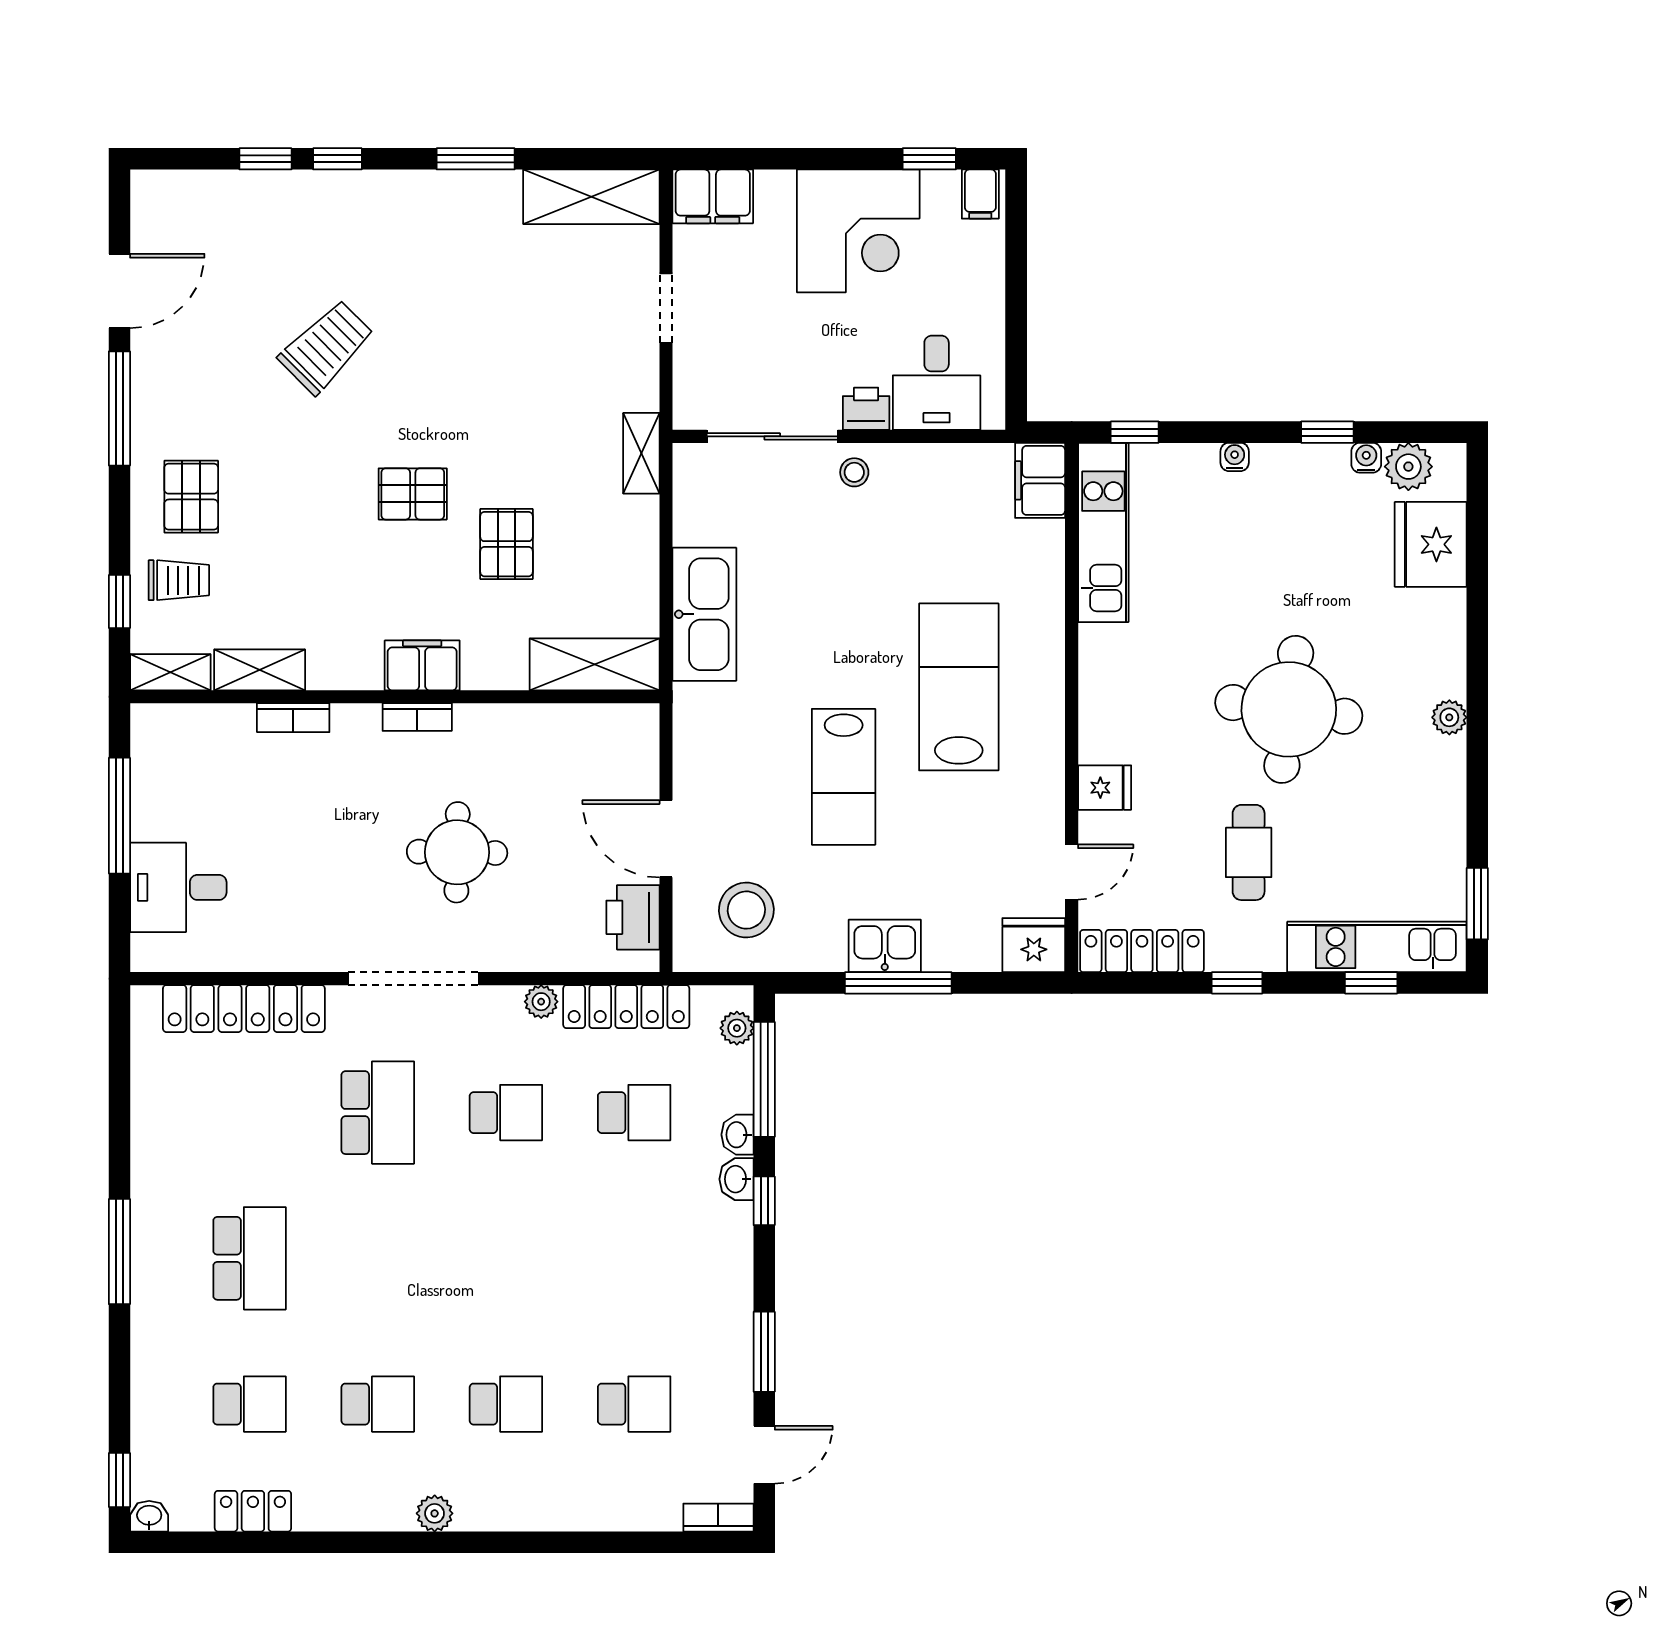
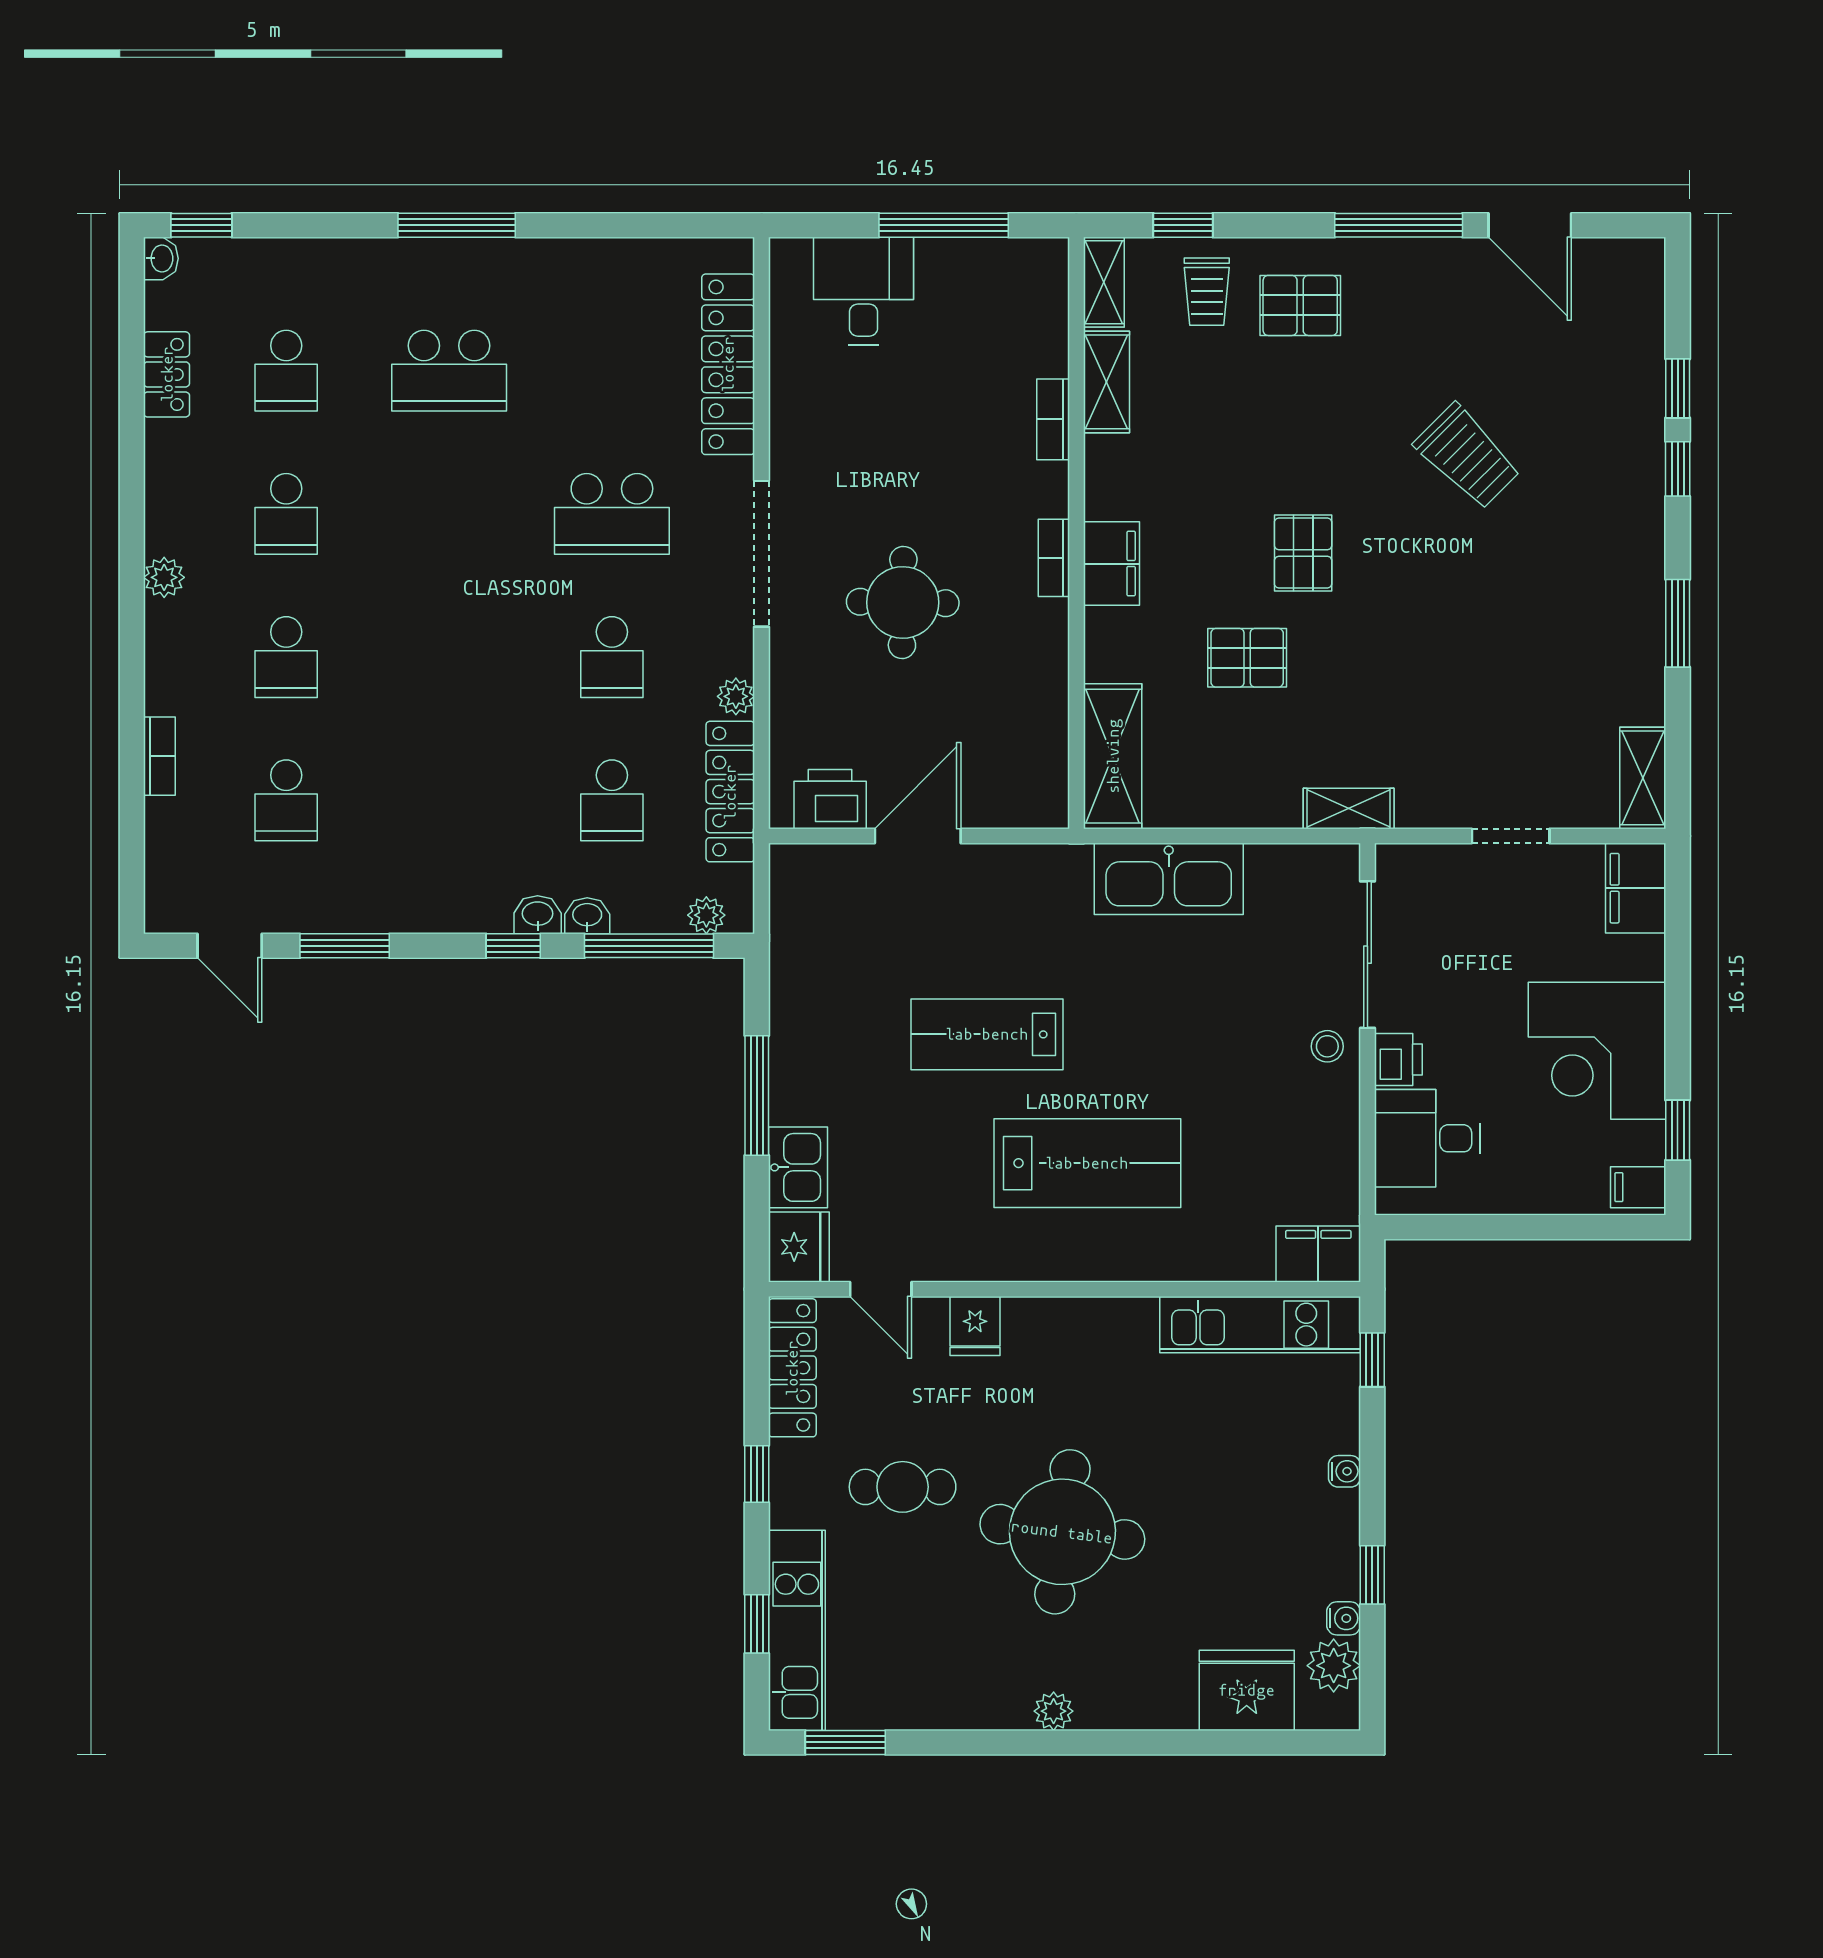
shelving: (591, 197) -> (1643, 778), width x0.67, depth x0.75
stool: (746, 910) -> (838, 926), removed
kitchen sink: (885, 946) -> (798, 1167), moved
bookcase: (718, 1518) -> (159, 756), moved

